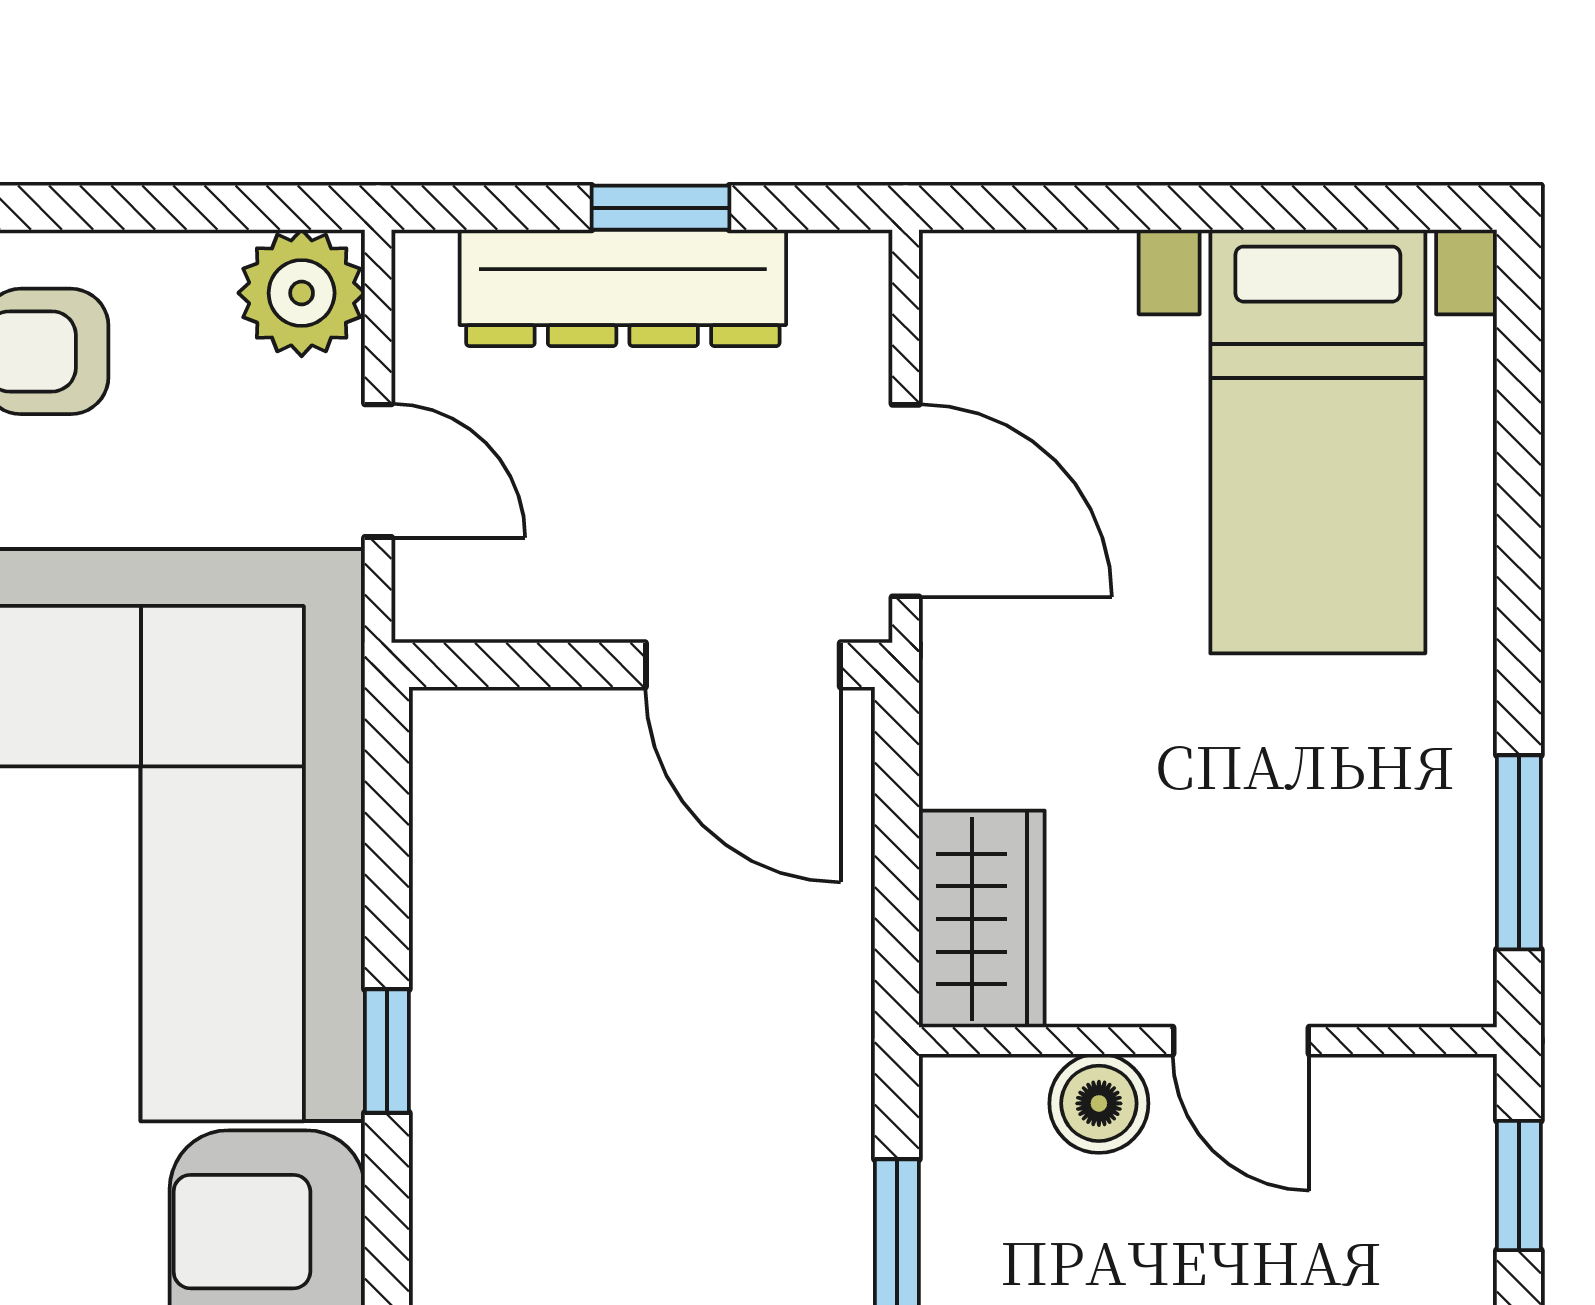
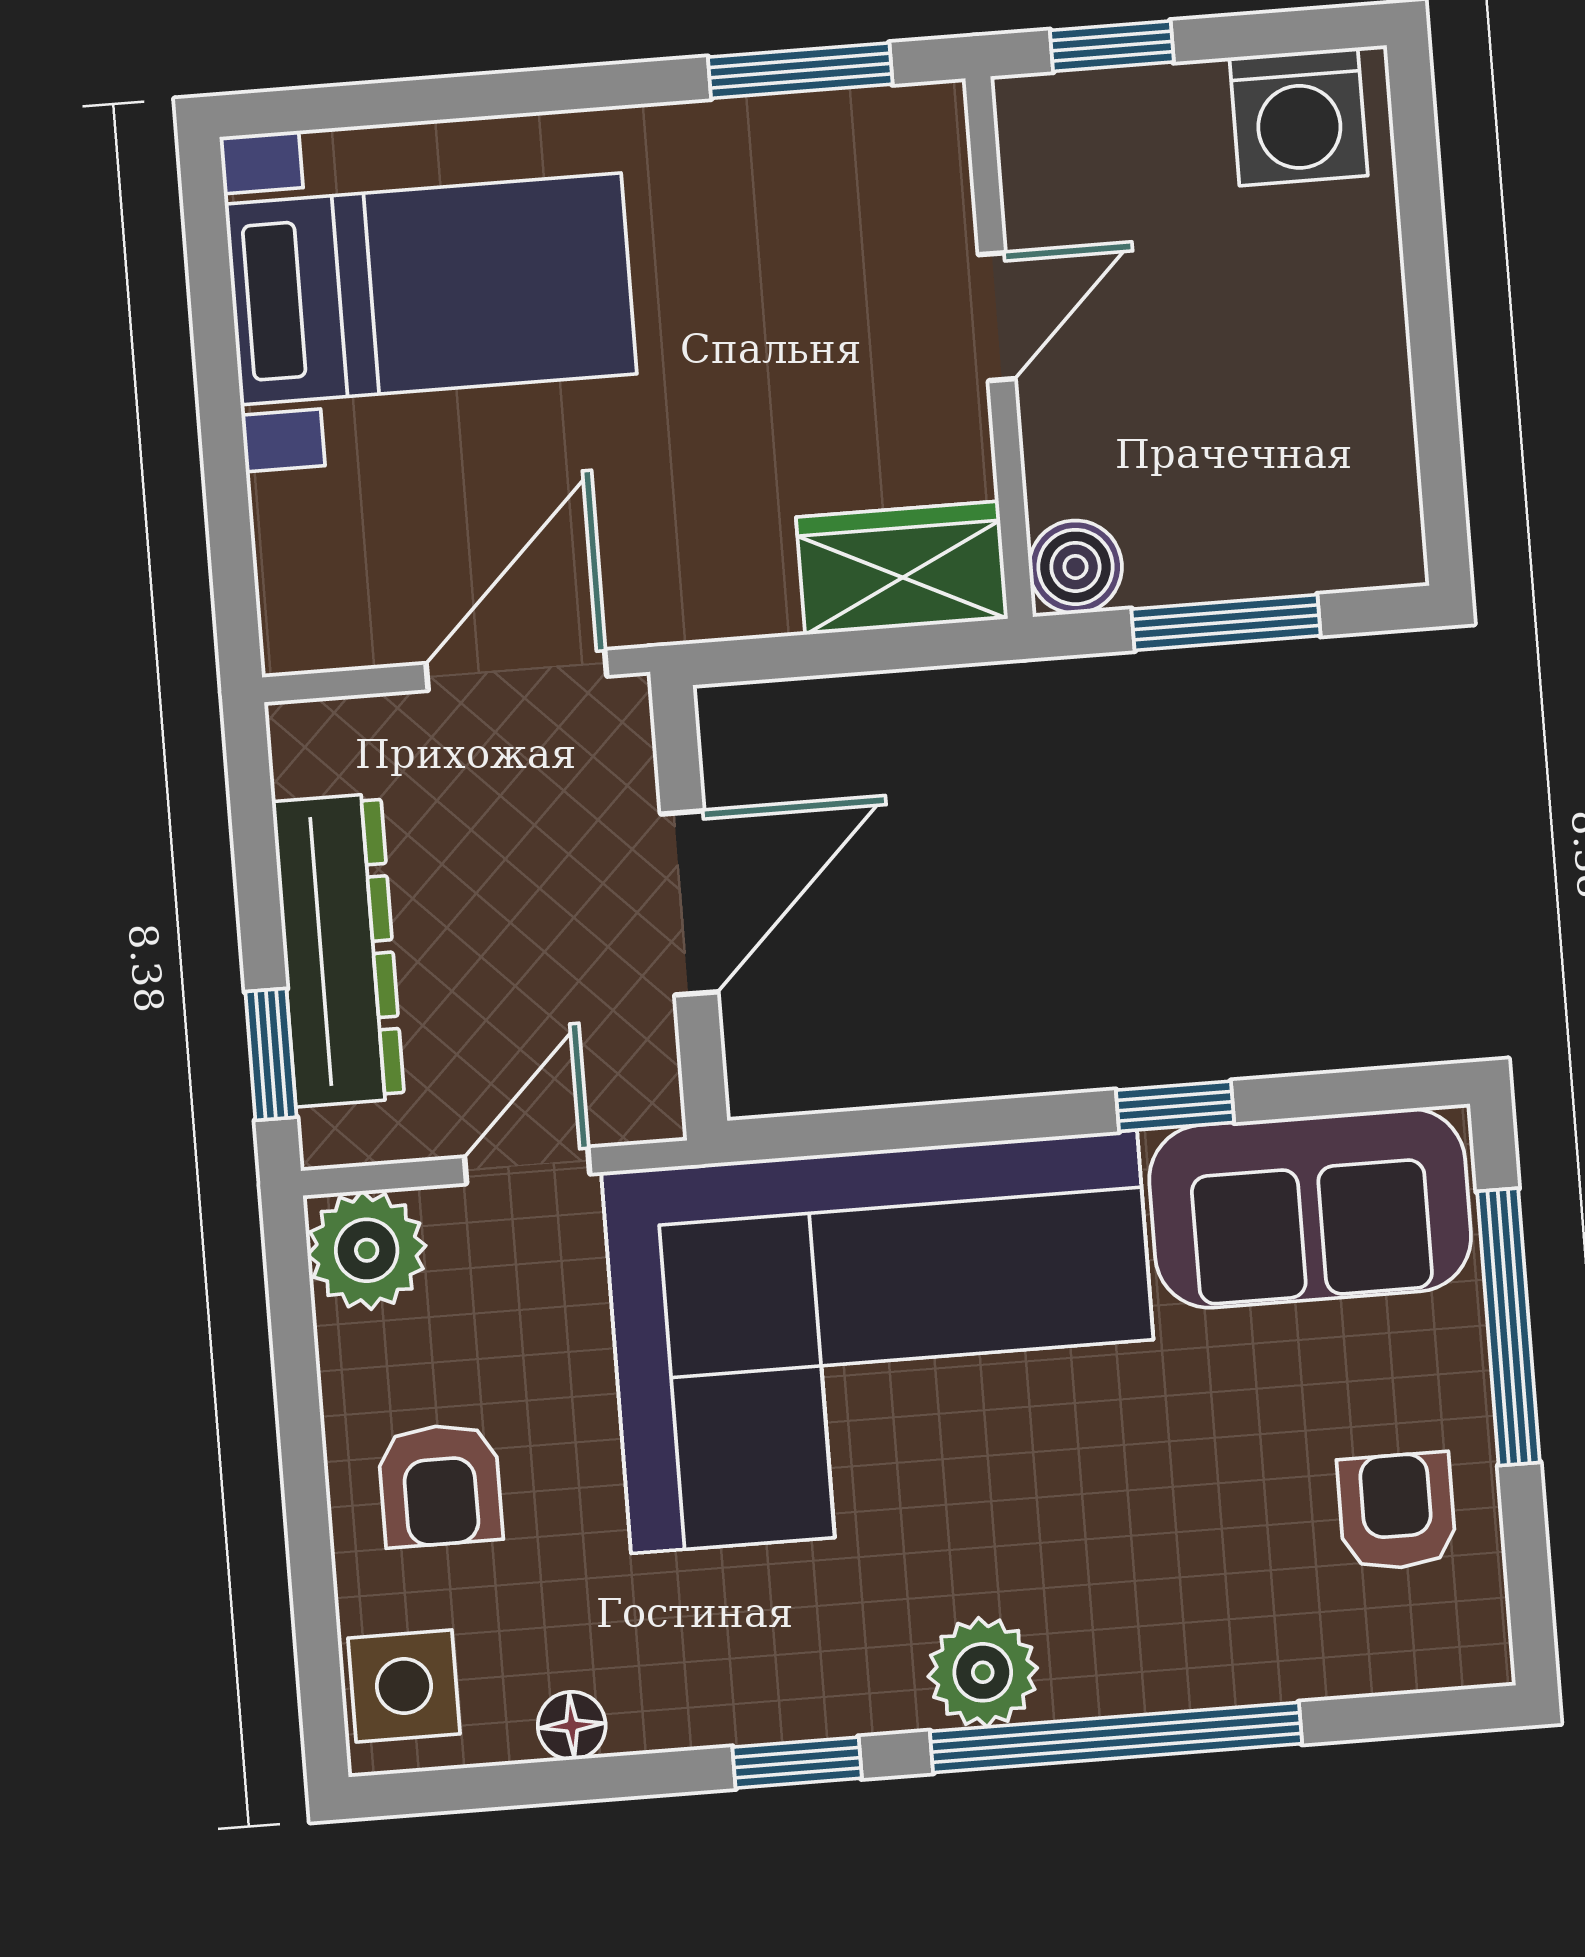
window: (660, 208) -> (271, 1054), moved
door: (743, 665) -> (689, 903), moved
window: (387, 1051) -> (1175, 1106), moved
boiler: (1099, 1103) -> (1075, 567), moved

